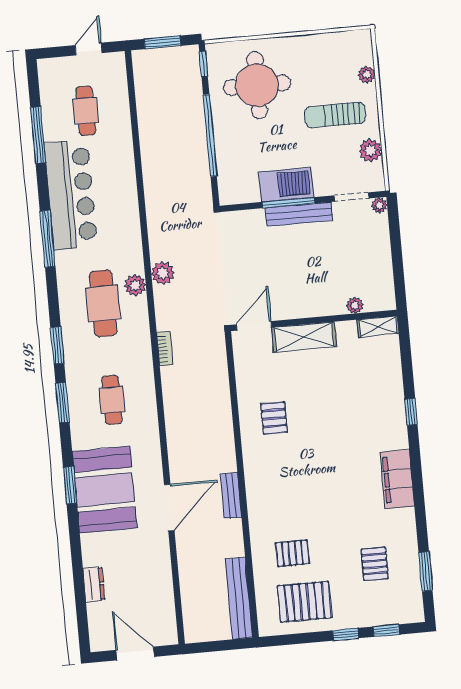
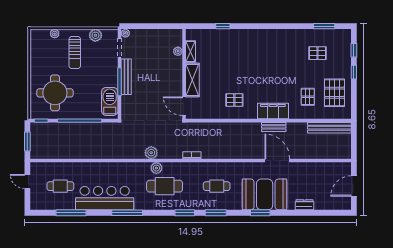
barbecue: (286, 185) -> (110, 101), moved
shelving: (378, 327) -> (190, 52), moved
window: (411, 412) -> (223, 26), moved
filing cabinet: (397, 479) -> (273, 111), moved, turned 180
dresser: (94, 584) -> (304, 205), moved

